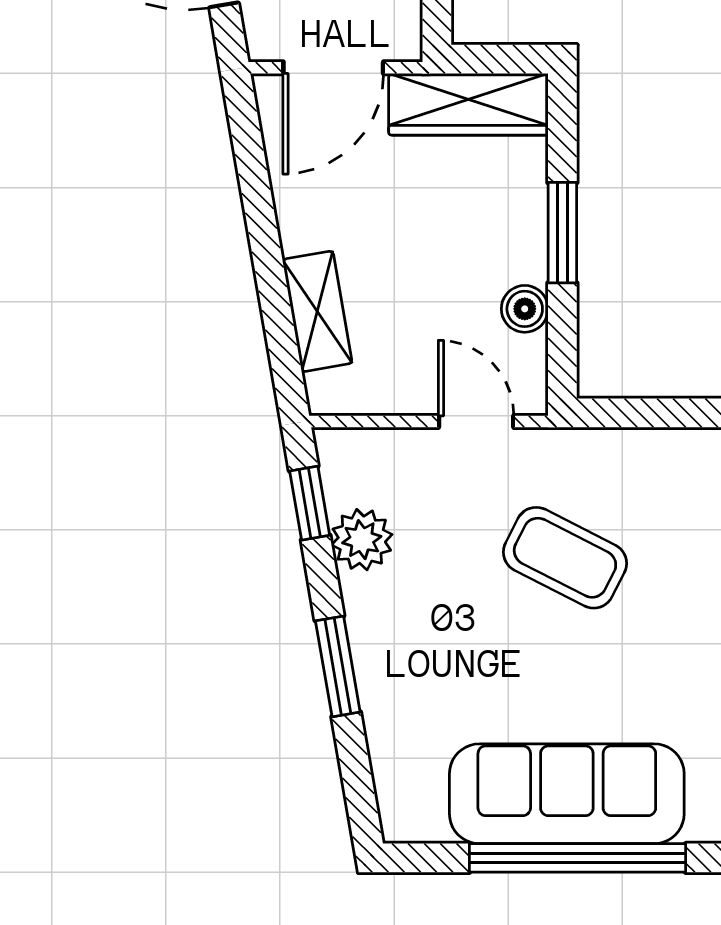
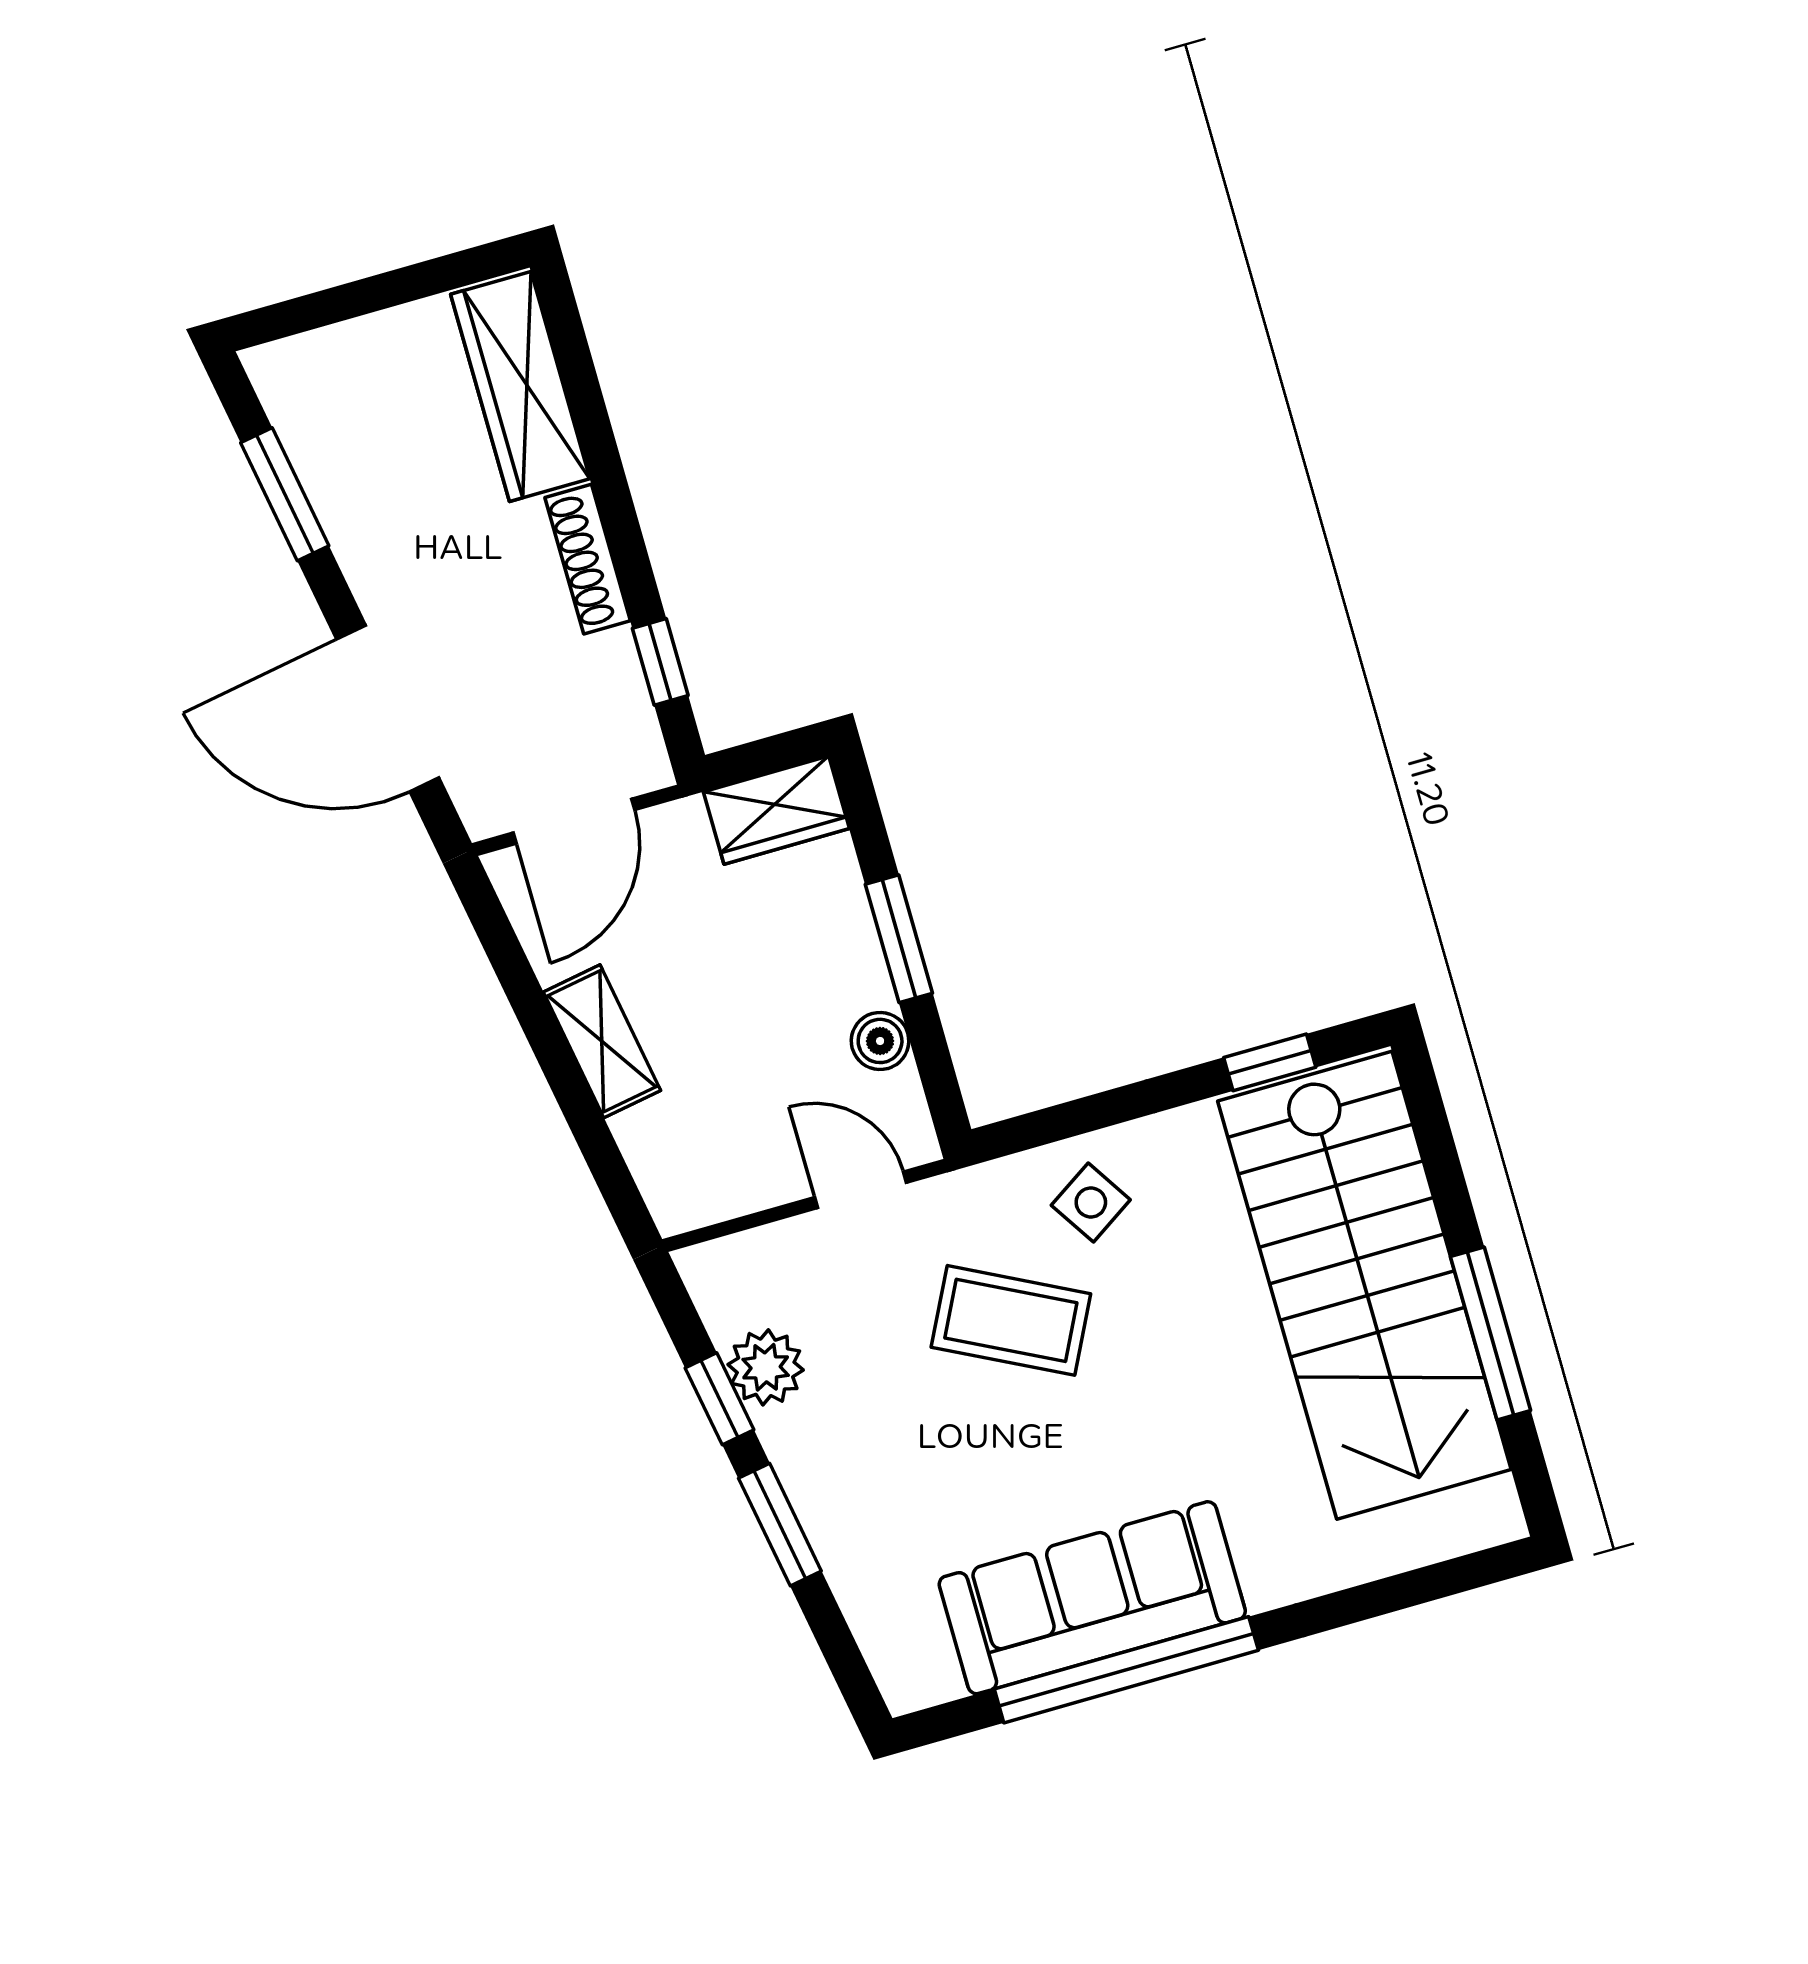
wardrobe: (468, 104) -> (776, 810), width x0.67
shelving: (317, 311) -> (602, 1041), moved
side table: (654, 483) -> (1091, 1202), added
window: (310, 503) -> (719, 1399), moved

